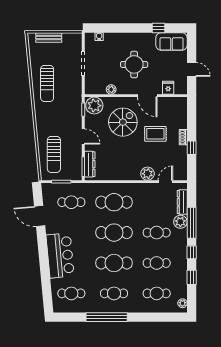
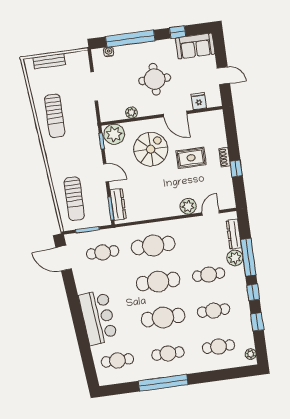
window: (118, 28) -> (130, 39), added
door: (40, 216) -> (64, 258), moved

